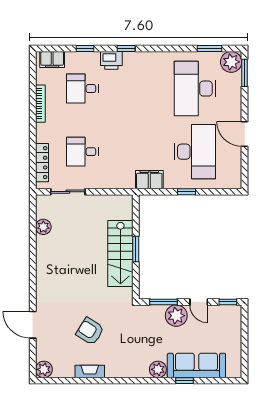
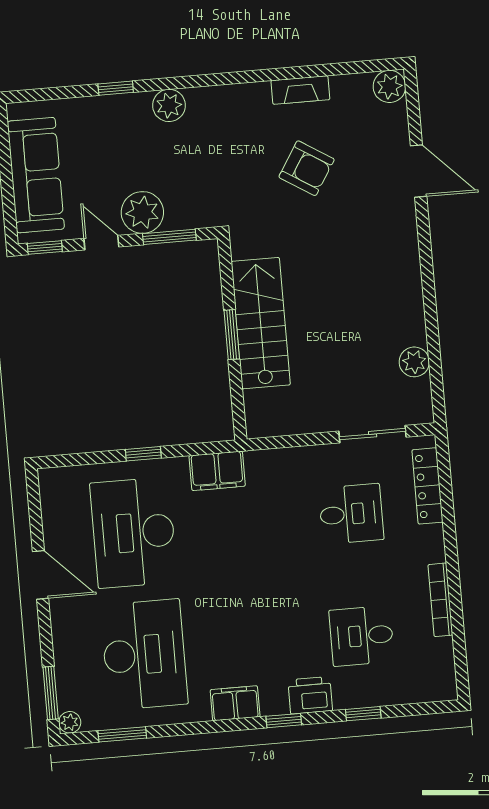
filing cabinet: (52, 60) -> (235, 703), moved
plant: (231, 62) -> (70, 722), width x0.53, depth x0.53
desk: (82, 89) -> (362, 636), turned 180
sofa: (196, 365) -> (36, 175), moved, turned -90

